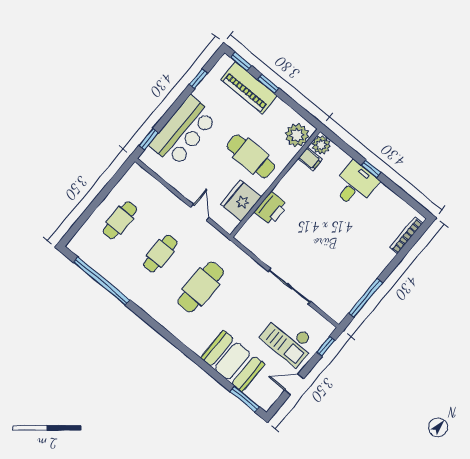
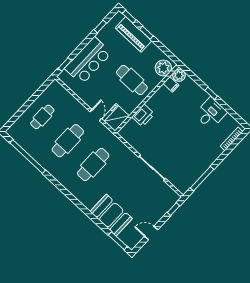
desk: (355, 185) -> (211, 113), moved
fridge: (241, 201) -> (116, 117), moved
cafe table: (160, 254) -> (68, 141), width x1.37, depth x1.35
checkout: (288, 340) -> (149, 203), removed

